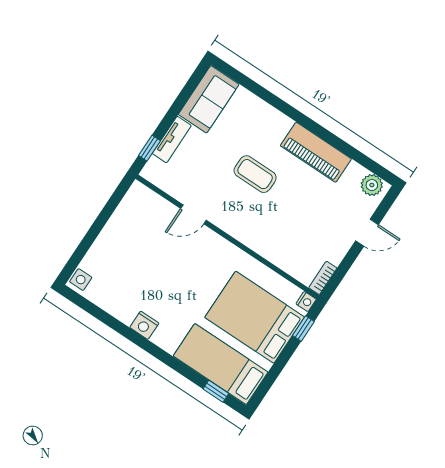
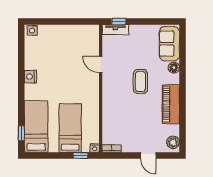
sofa: (209, 99) -> (169, 44), moved, turned 90
floor lamp: (267, 114) -> (174, 68), added
tv unit: (172, 140) -> (115, 30), moved
bed: (255, 317) -> (70, 128), width x0.67

